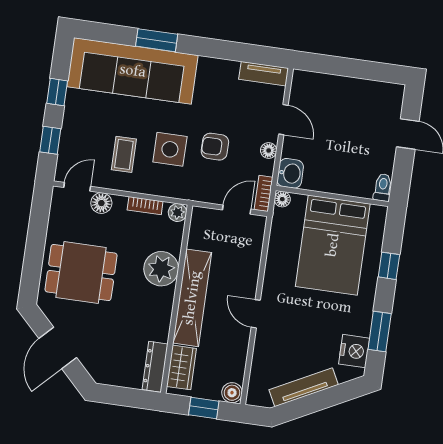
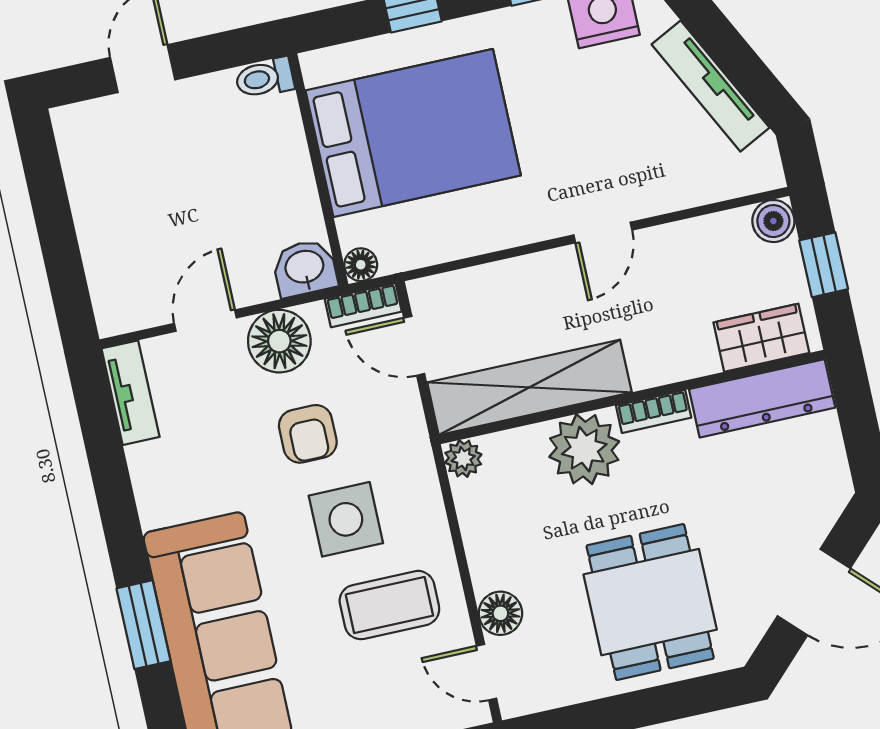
floor lamp: (269, 151) -> (279, 341), width x1.89, depth x1.89
coffee table: (124, 154) -> (389, 605), width x1.36, depth x1.30
bookcase: (145, 206) -> (654, 412), moved, turned 90
shelving: (192, 298) -> (529, 387), moved
dresser: (155, 367) -> (762, 398), width x1.37, depth x1.24

